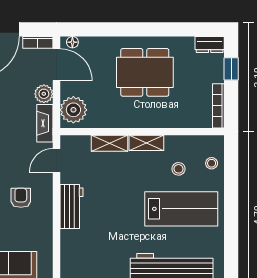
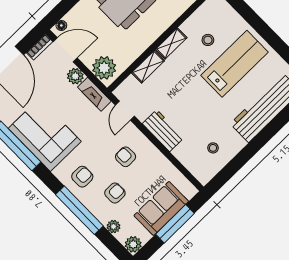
stool: (212, 163) -> (213, 148), moved

